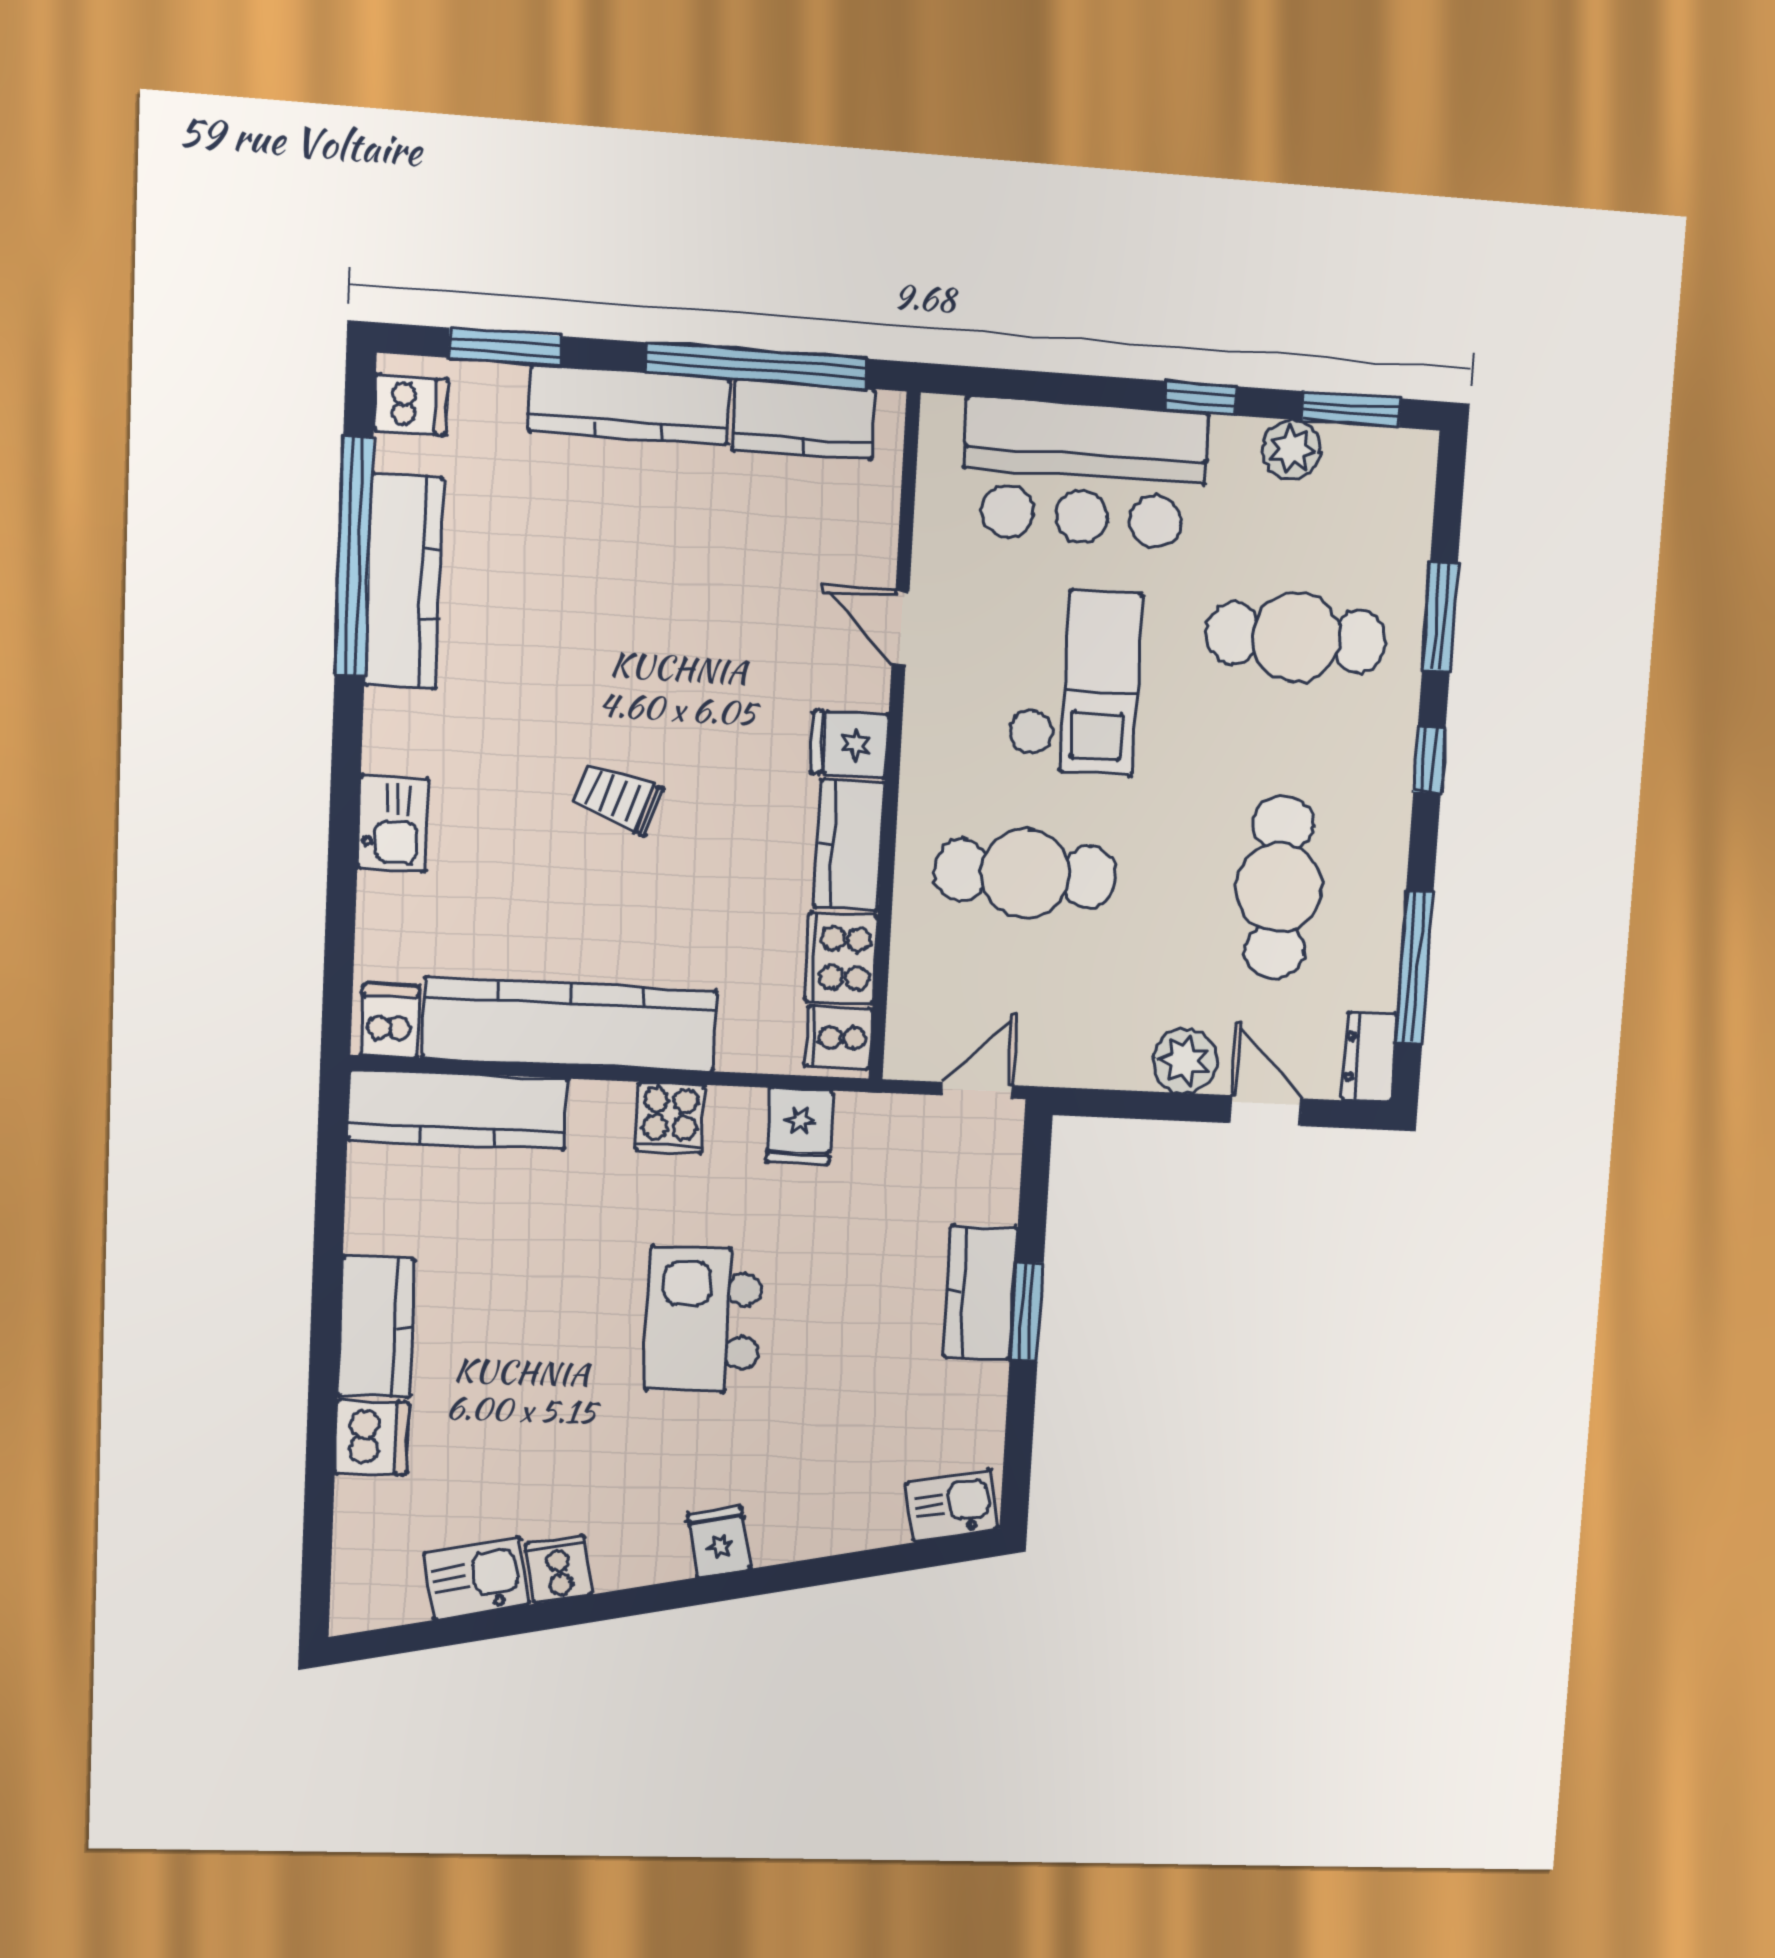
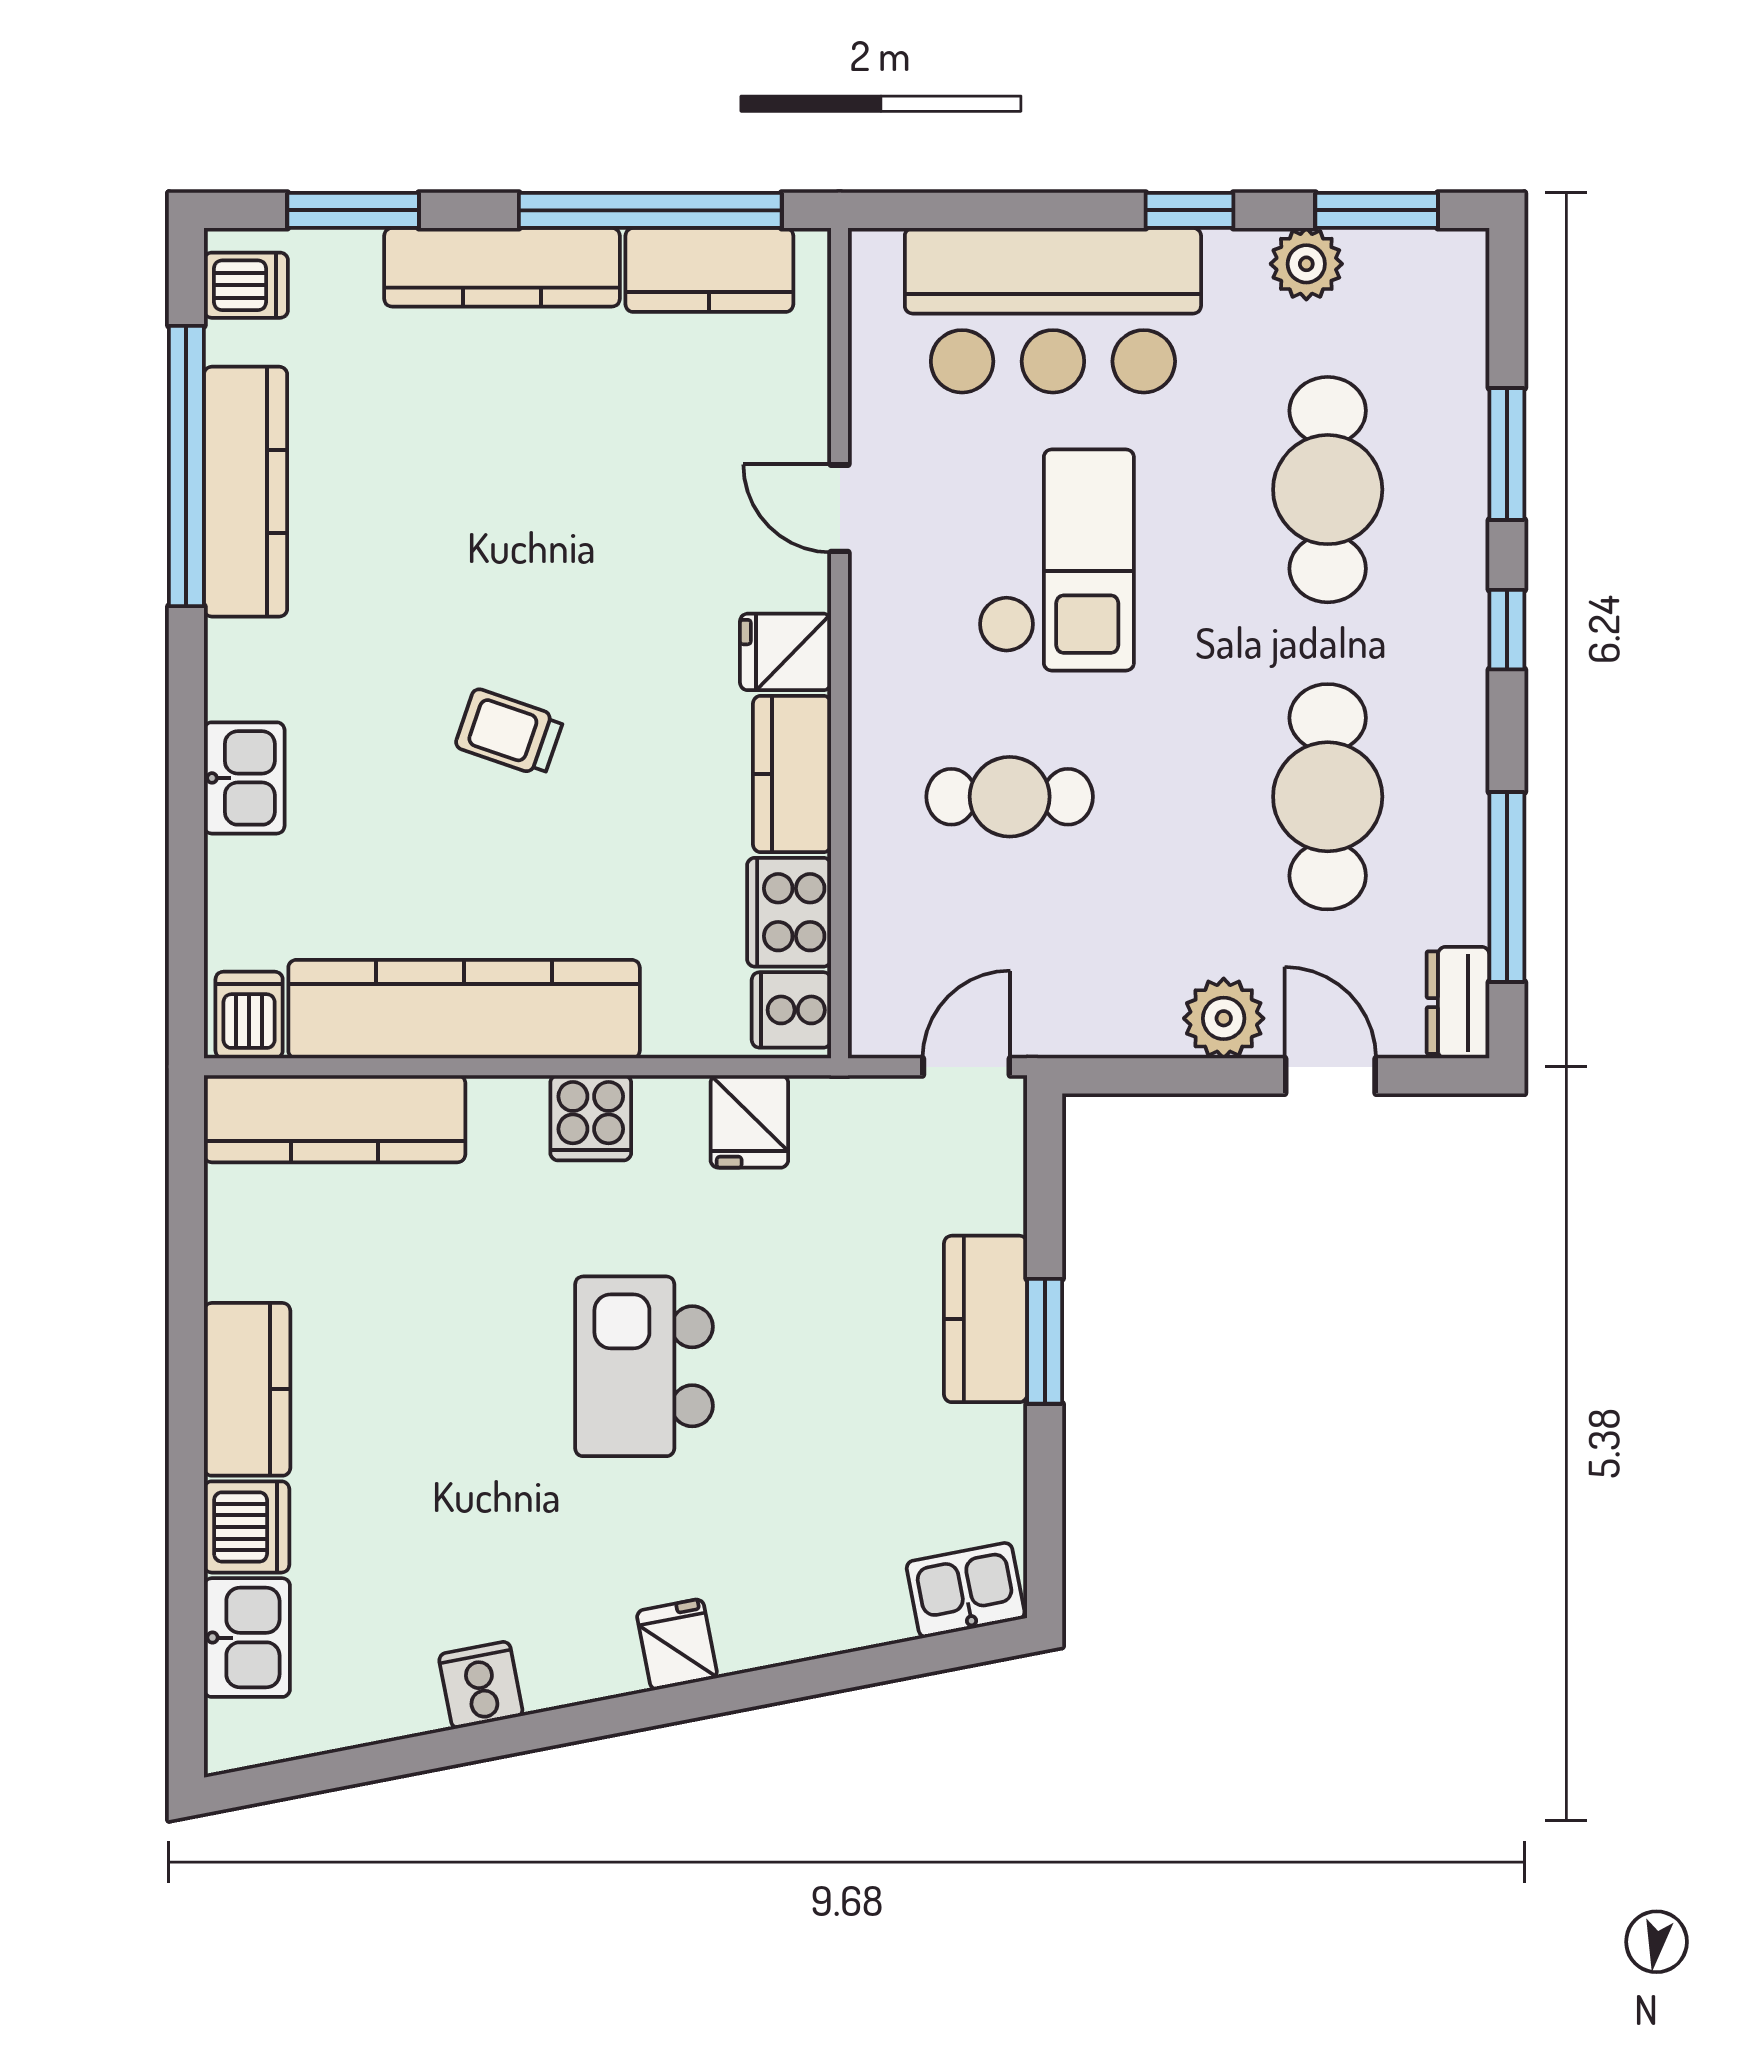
cafe table: (1296, 637) -> (1328, 490), turned 90
cafe table: (1025, 873) -> (1010, 797), width x0.73, depth x0.74
kitchen sink: (476, 1579) -> (247, 1638), moved, turned 101

